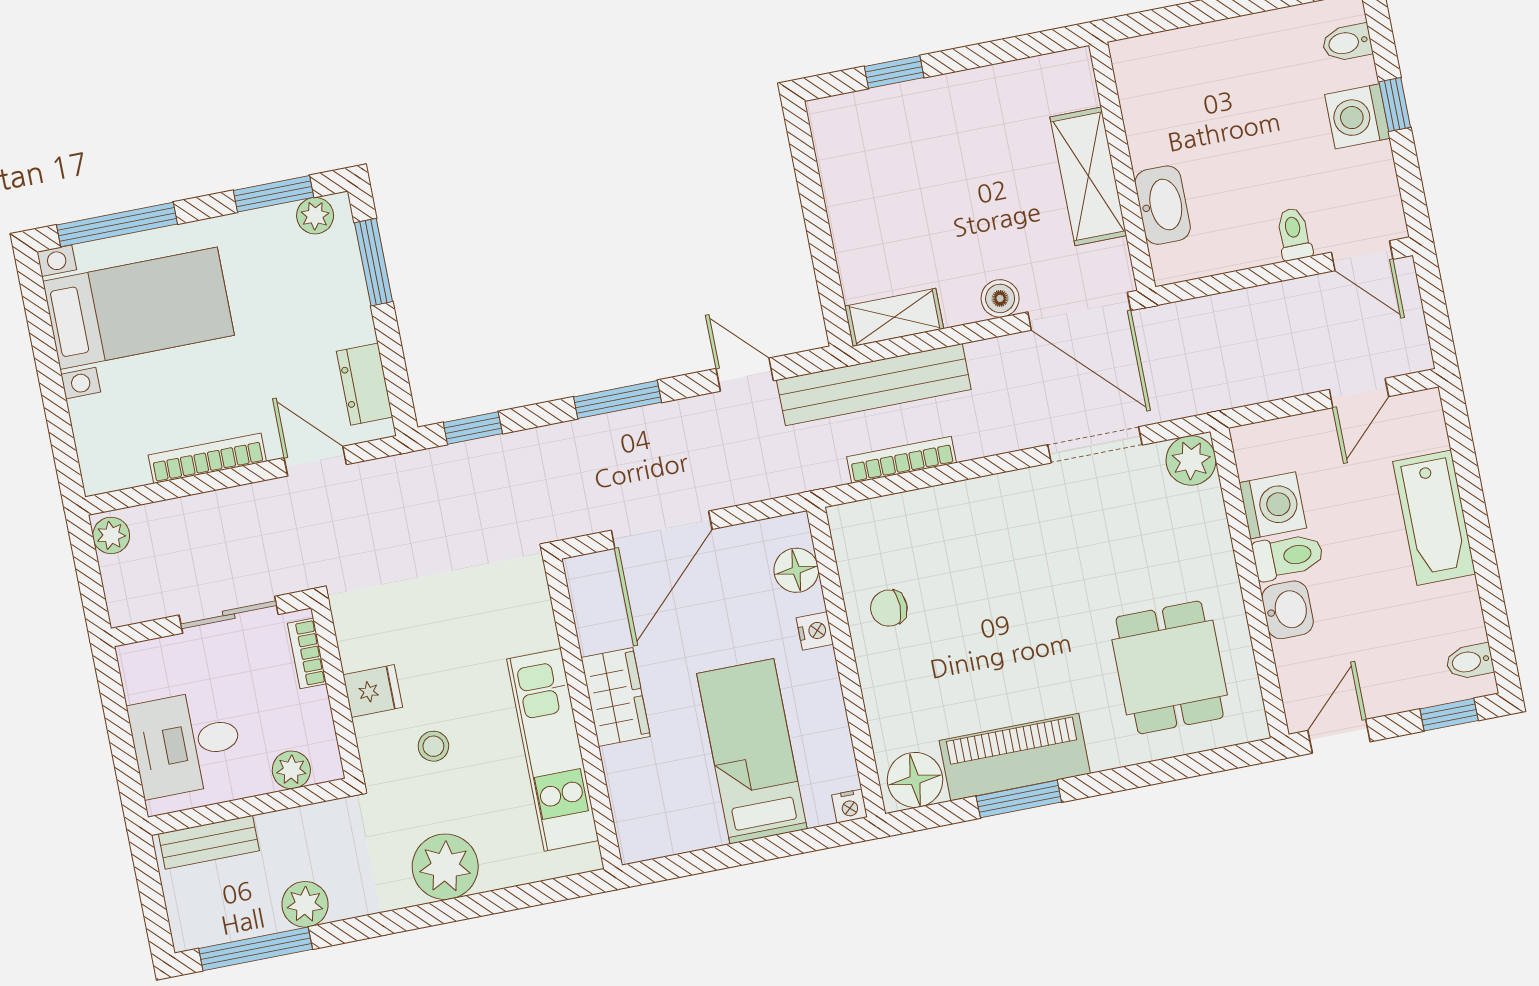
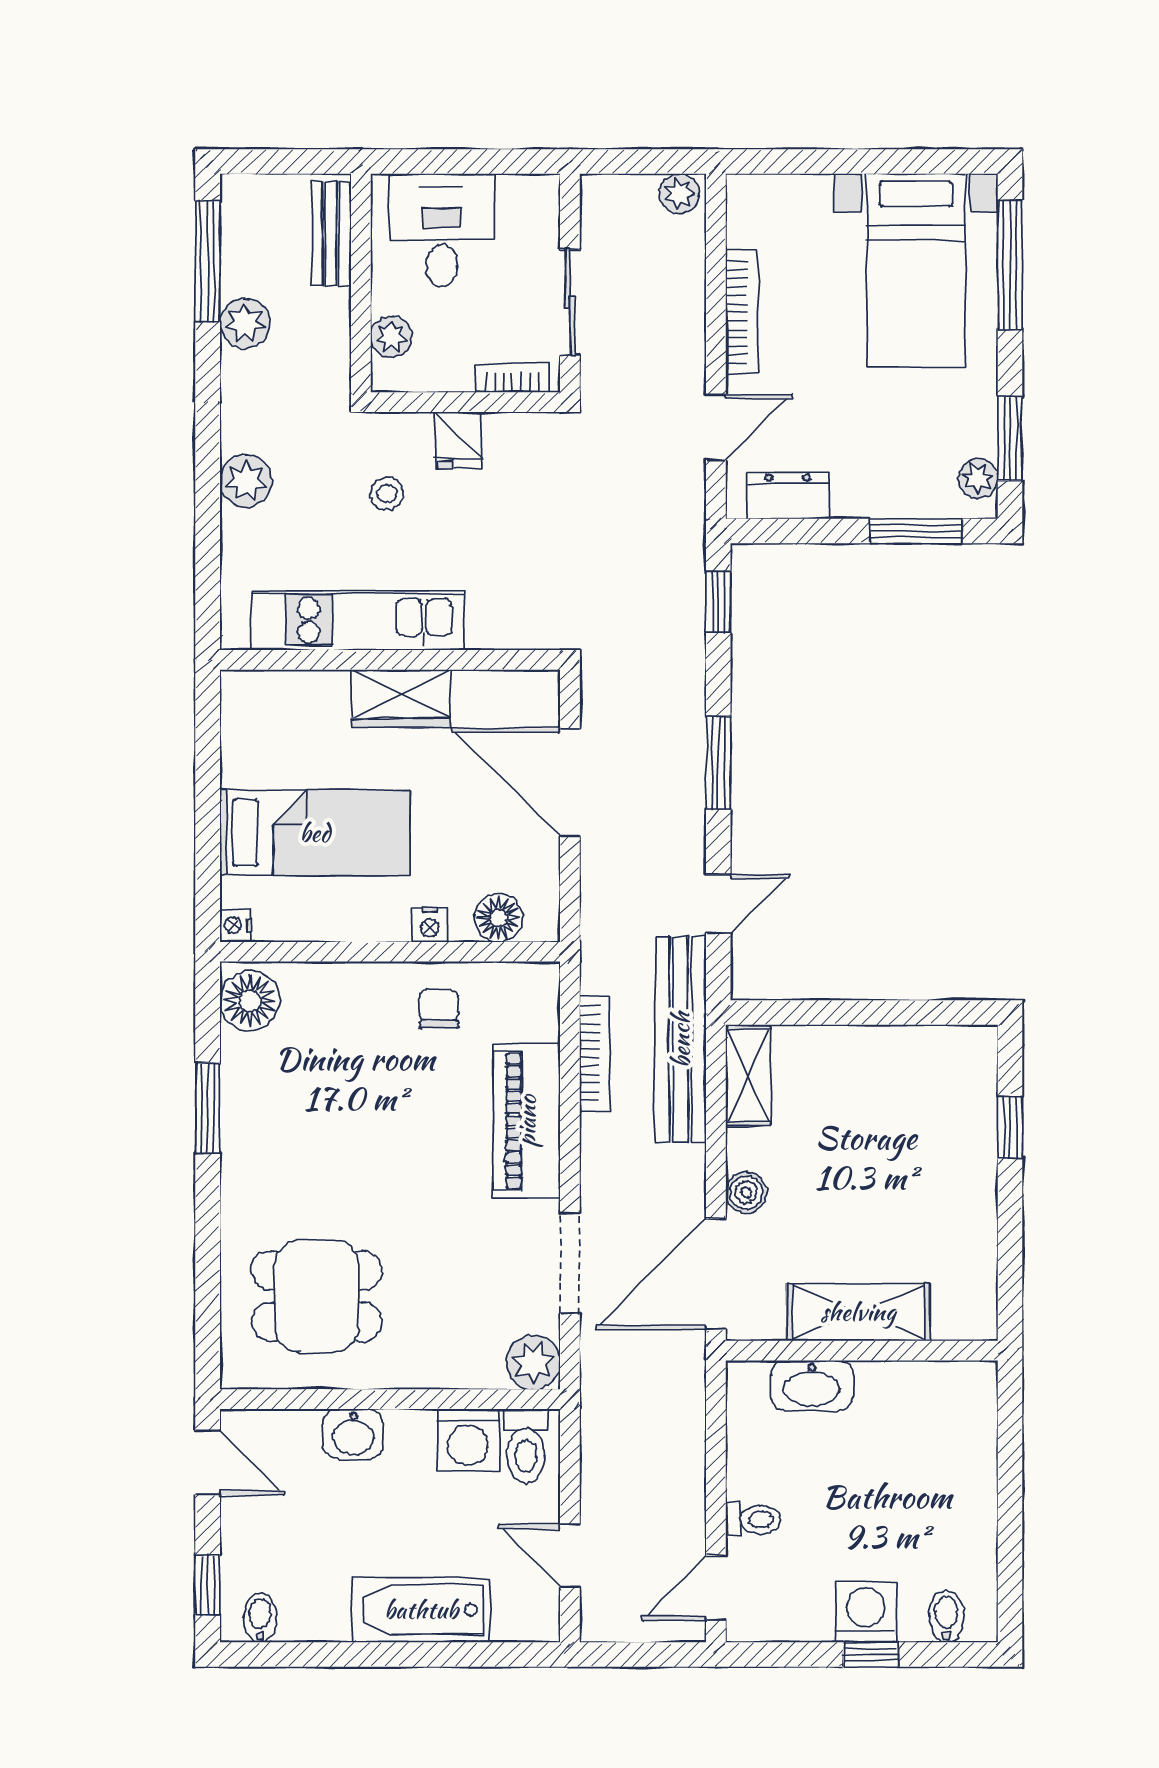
toilet: (1288, 556) -> (526, 1446), moved
piano: (1015, 757) -> (527, 1121), moved, turned 180
plant: (445, 867) -> (246, 481), width x0.73, depth x0.73

